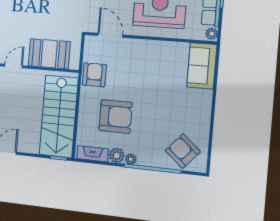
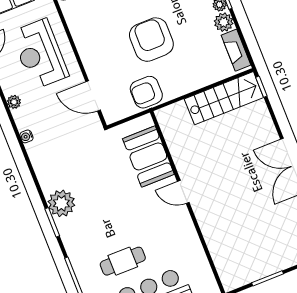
door: (110, 35) -> (93, 96), hinge flipped
stairs: (59, 116) -> (224, 98), width x0.73, depth x0.66
armchair: (115, 117) -> (151, 40), moved

